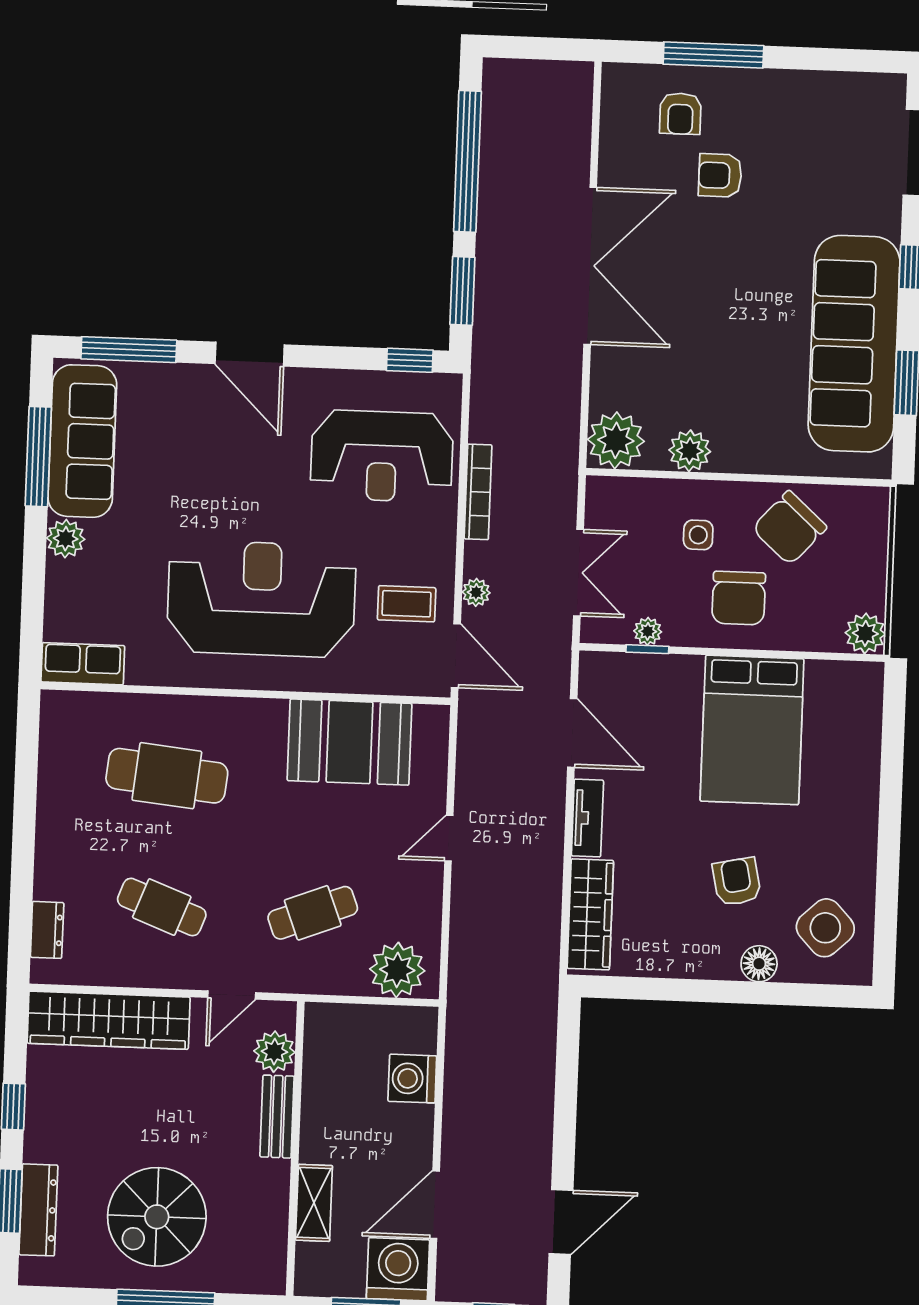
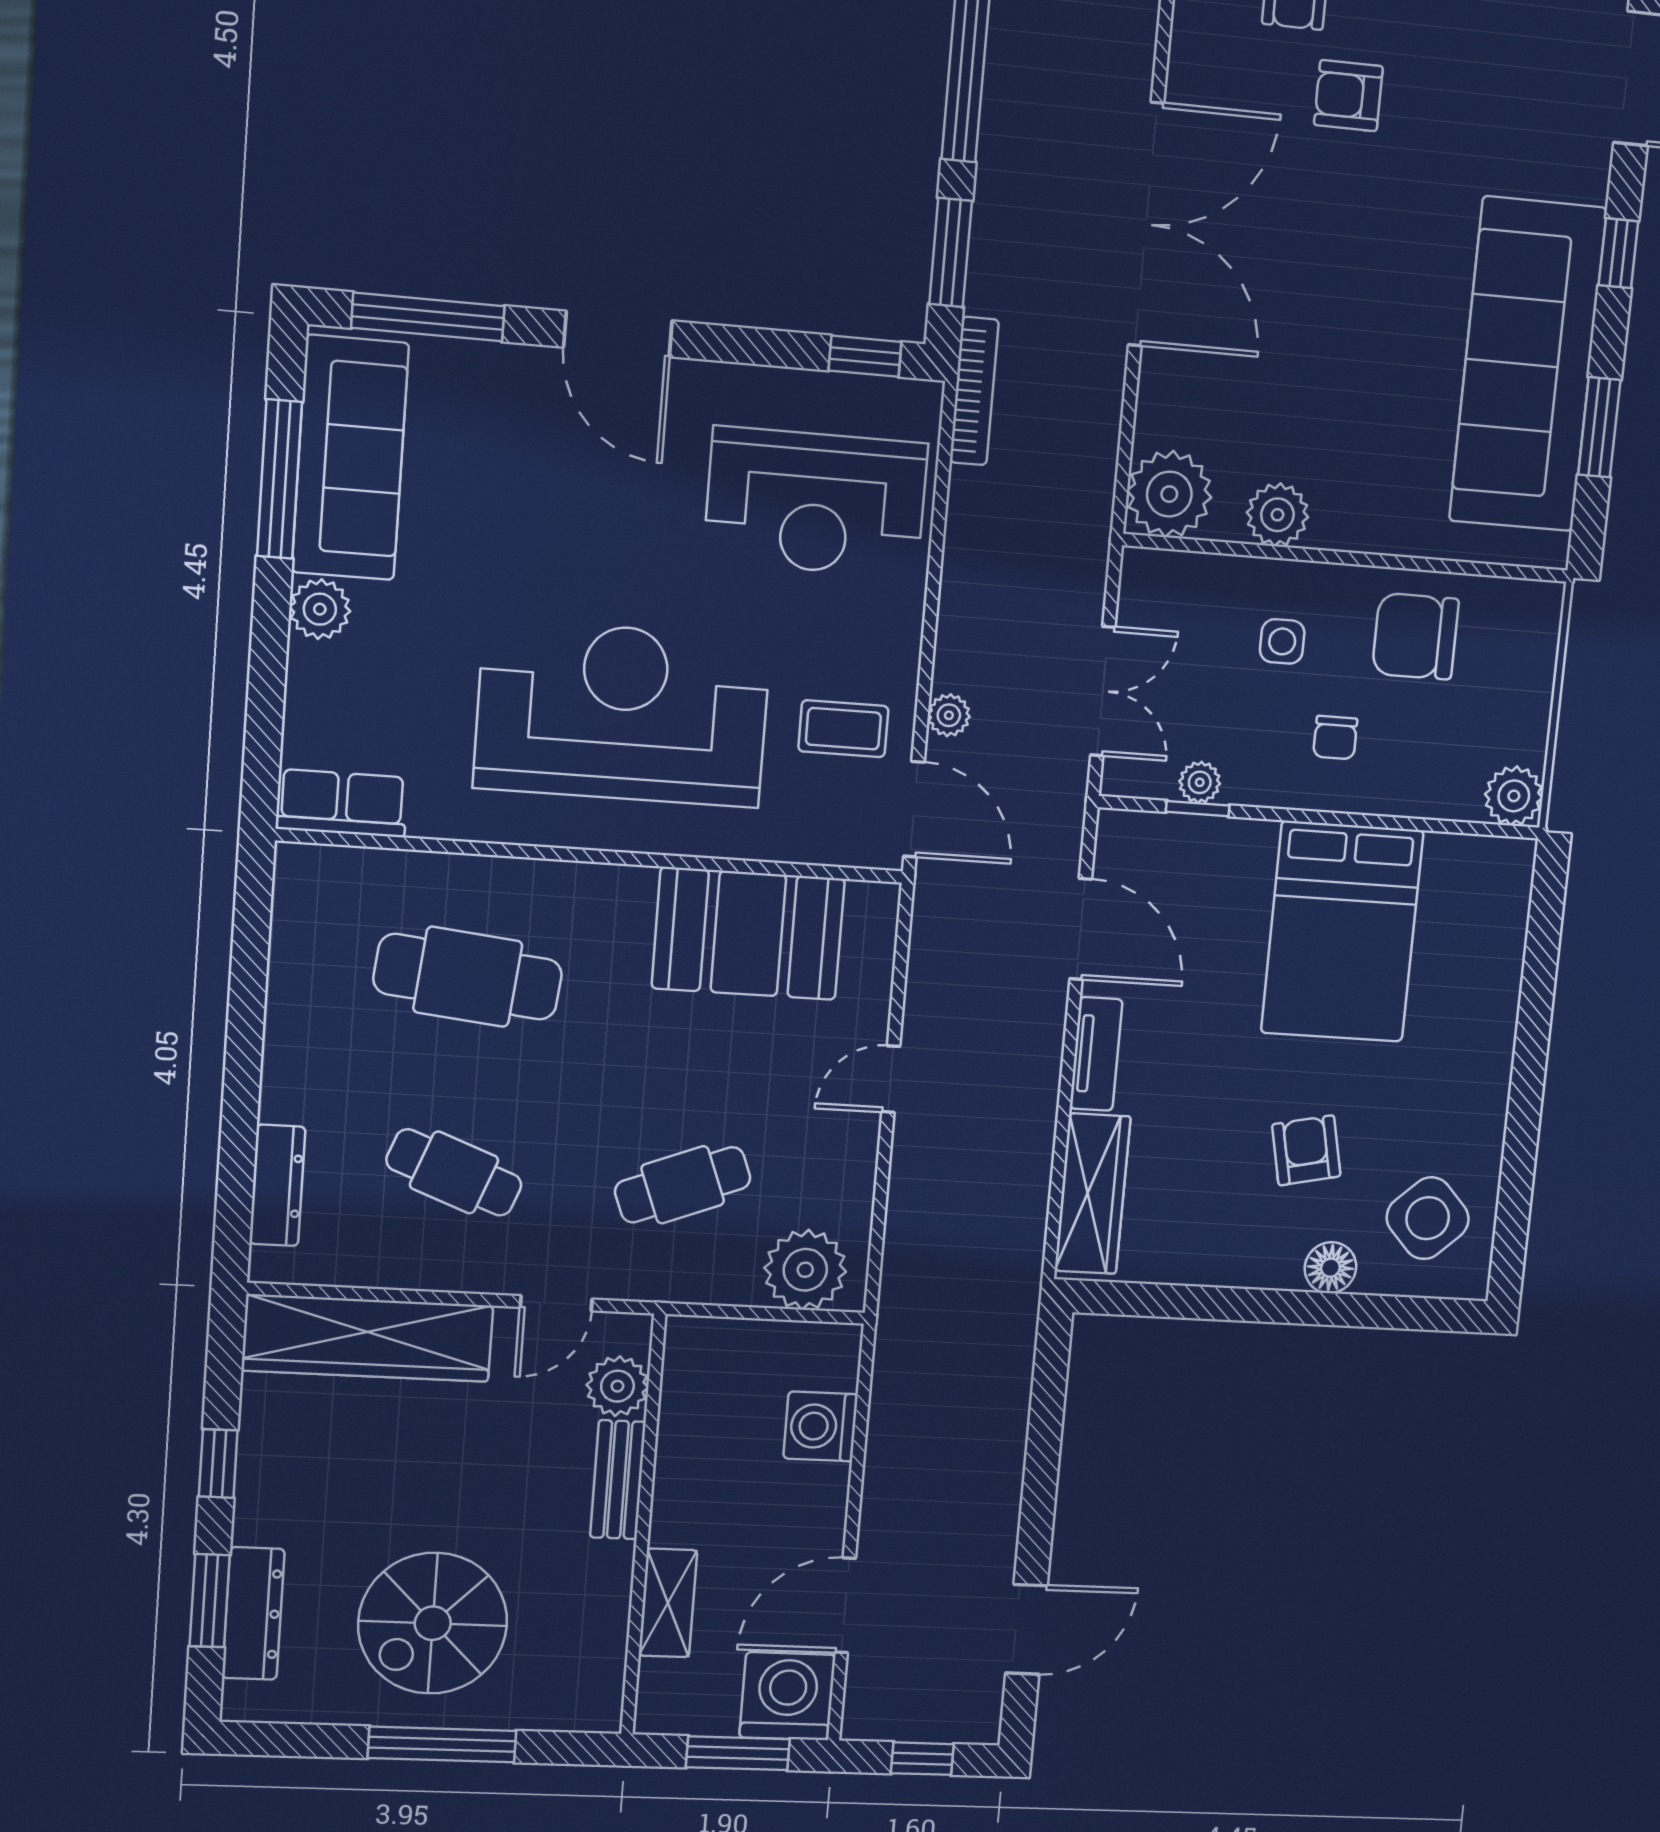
bookcase: (478, 492) -> (974, 391), moved
chair: (789, 528) -> (1415, 636), turned 48
chair: (739, 598) -> (1335, 738), width x0.54, depth x0.54
dresser: (47, 930) -> (277, 1185), width x1.44

